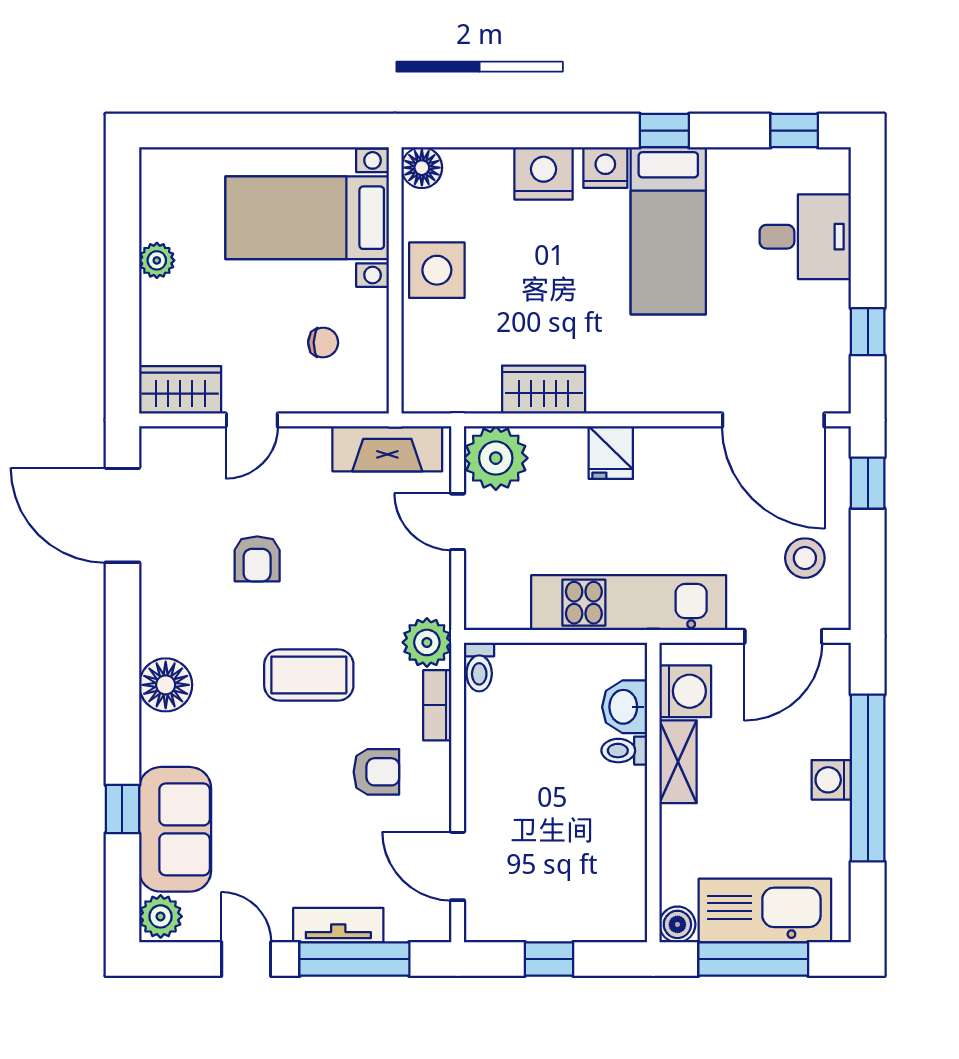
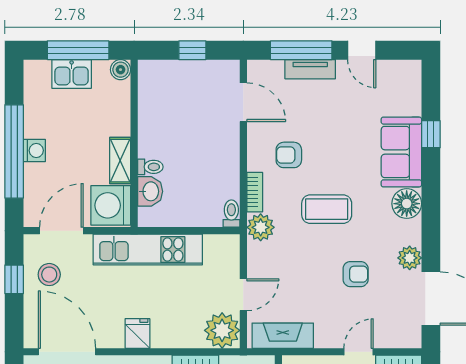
fridge: (611, 453) -> (137, 333), moved
window: (868, 483) -> (14, 279), moved
door: (458, 522) -> (243, 295), hinge flipped
armchair: (257, 559) -> (356, 274), turned 90
washing machine: (685, 691) -> (111, 205), width x1.37, depth x1.37
sofa: (175, 829) -> (401, 152), moved
kitchen sink: (765, 911) -> (72, 74), width x0.53, depth x0.81
plant: (161, 916) -> (410, 258), moved

